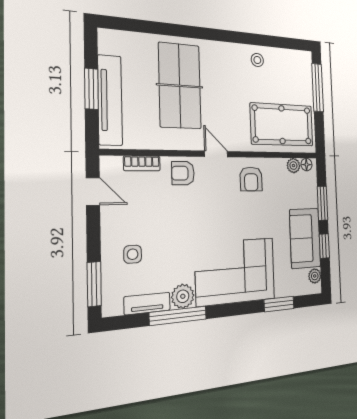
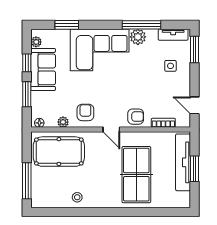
plant: (293, 166) -> (63, 122), moved
tv unit: (147, 303) -> (173, 35), moved

